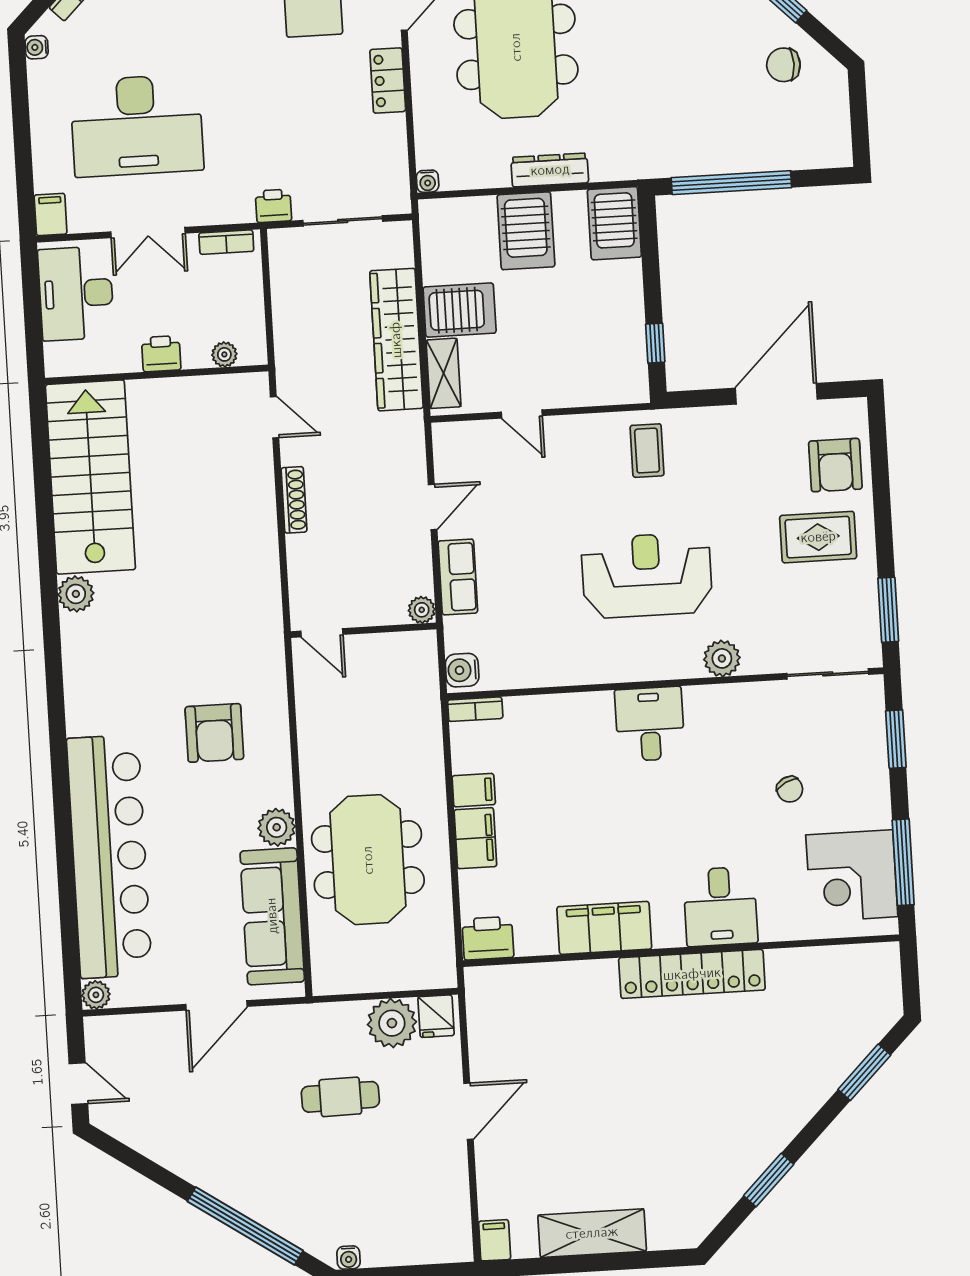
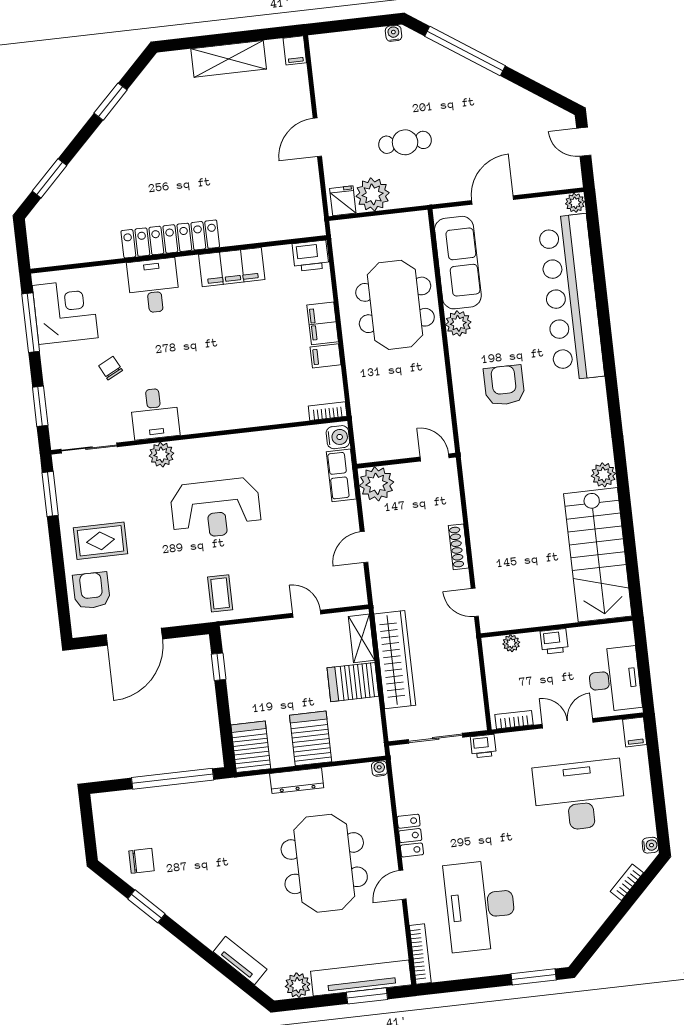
row of seats: (458, 577) -> (341, 475), moved
plant: (422, 610) -> (377, 484), width x1.88, depth x1.88
desk: (650, 724) -> (155, 414), moved

